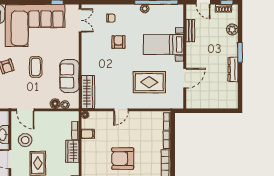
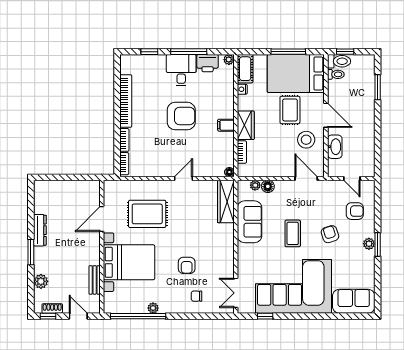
bed with nightstands: (163, 44) -> (129, 262), width x1.36
filing cabinet: (88, 134) -> (226, 125), moved

